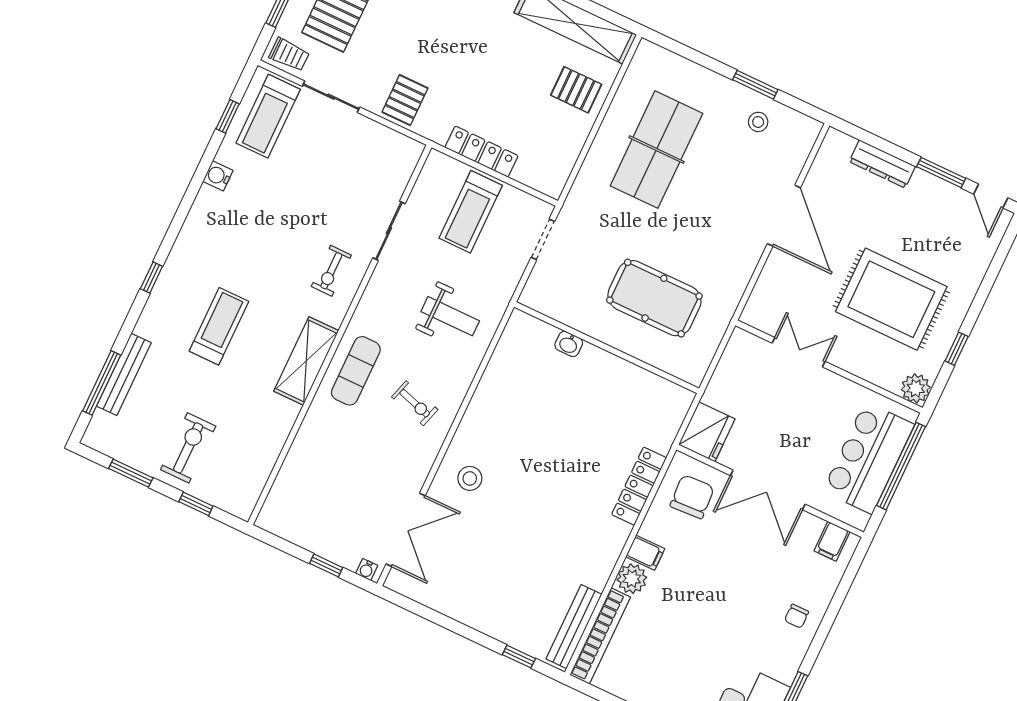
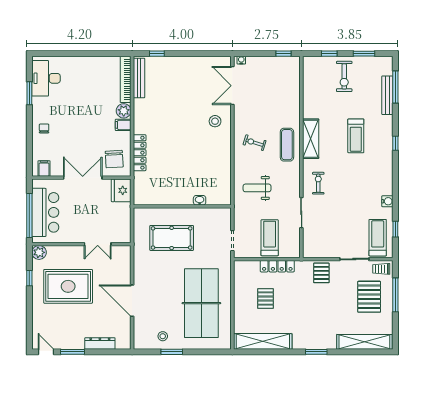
pallet: (576, 90) -> (265, 299), moved, turned 90
table tennis table: (656, 150) -> (201, 303), width x1.36, depth x1.32
window: (326, 565) -> (284, 54), moved

